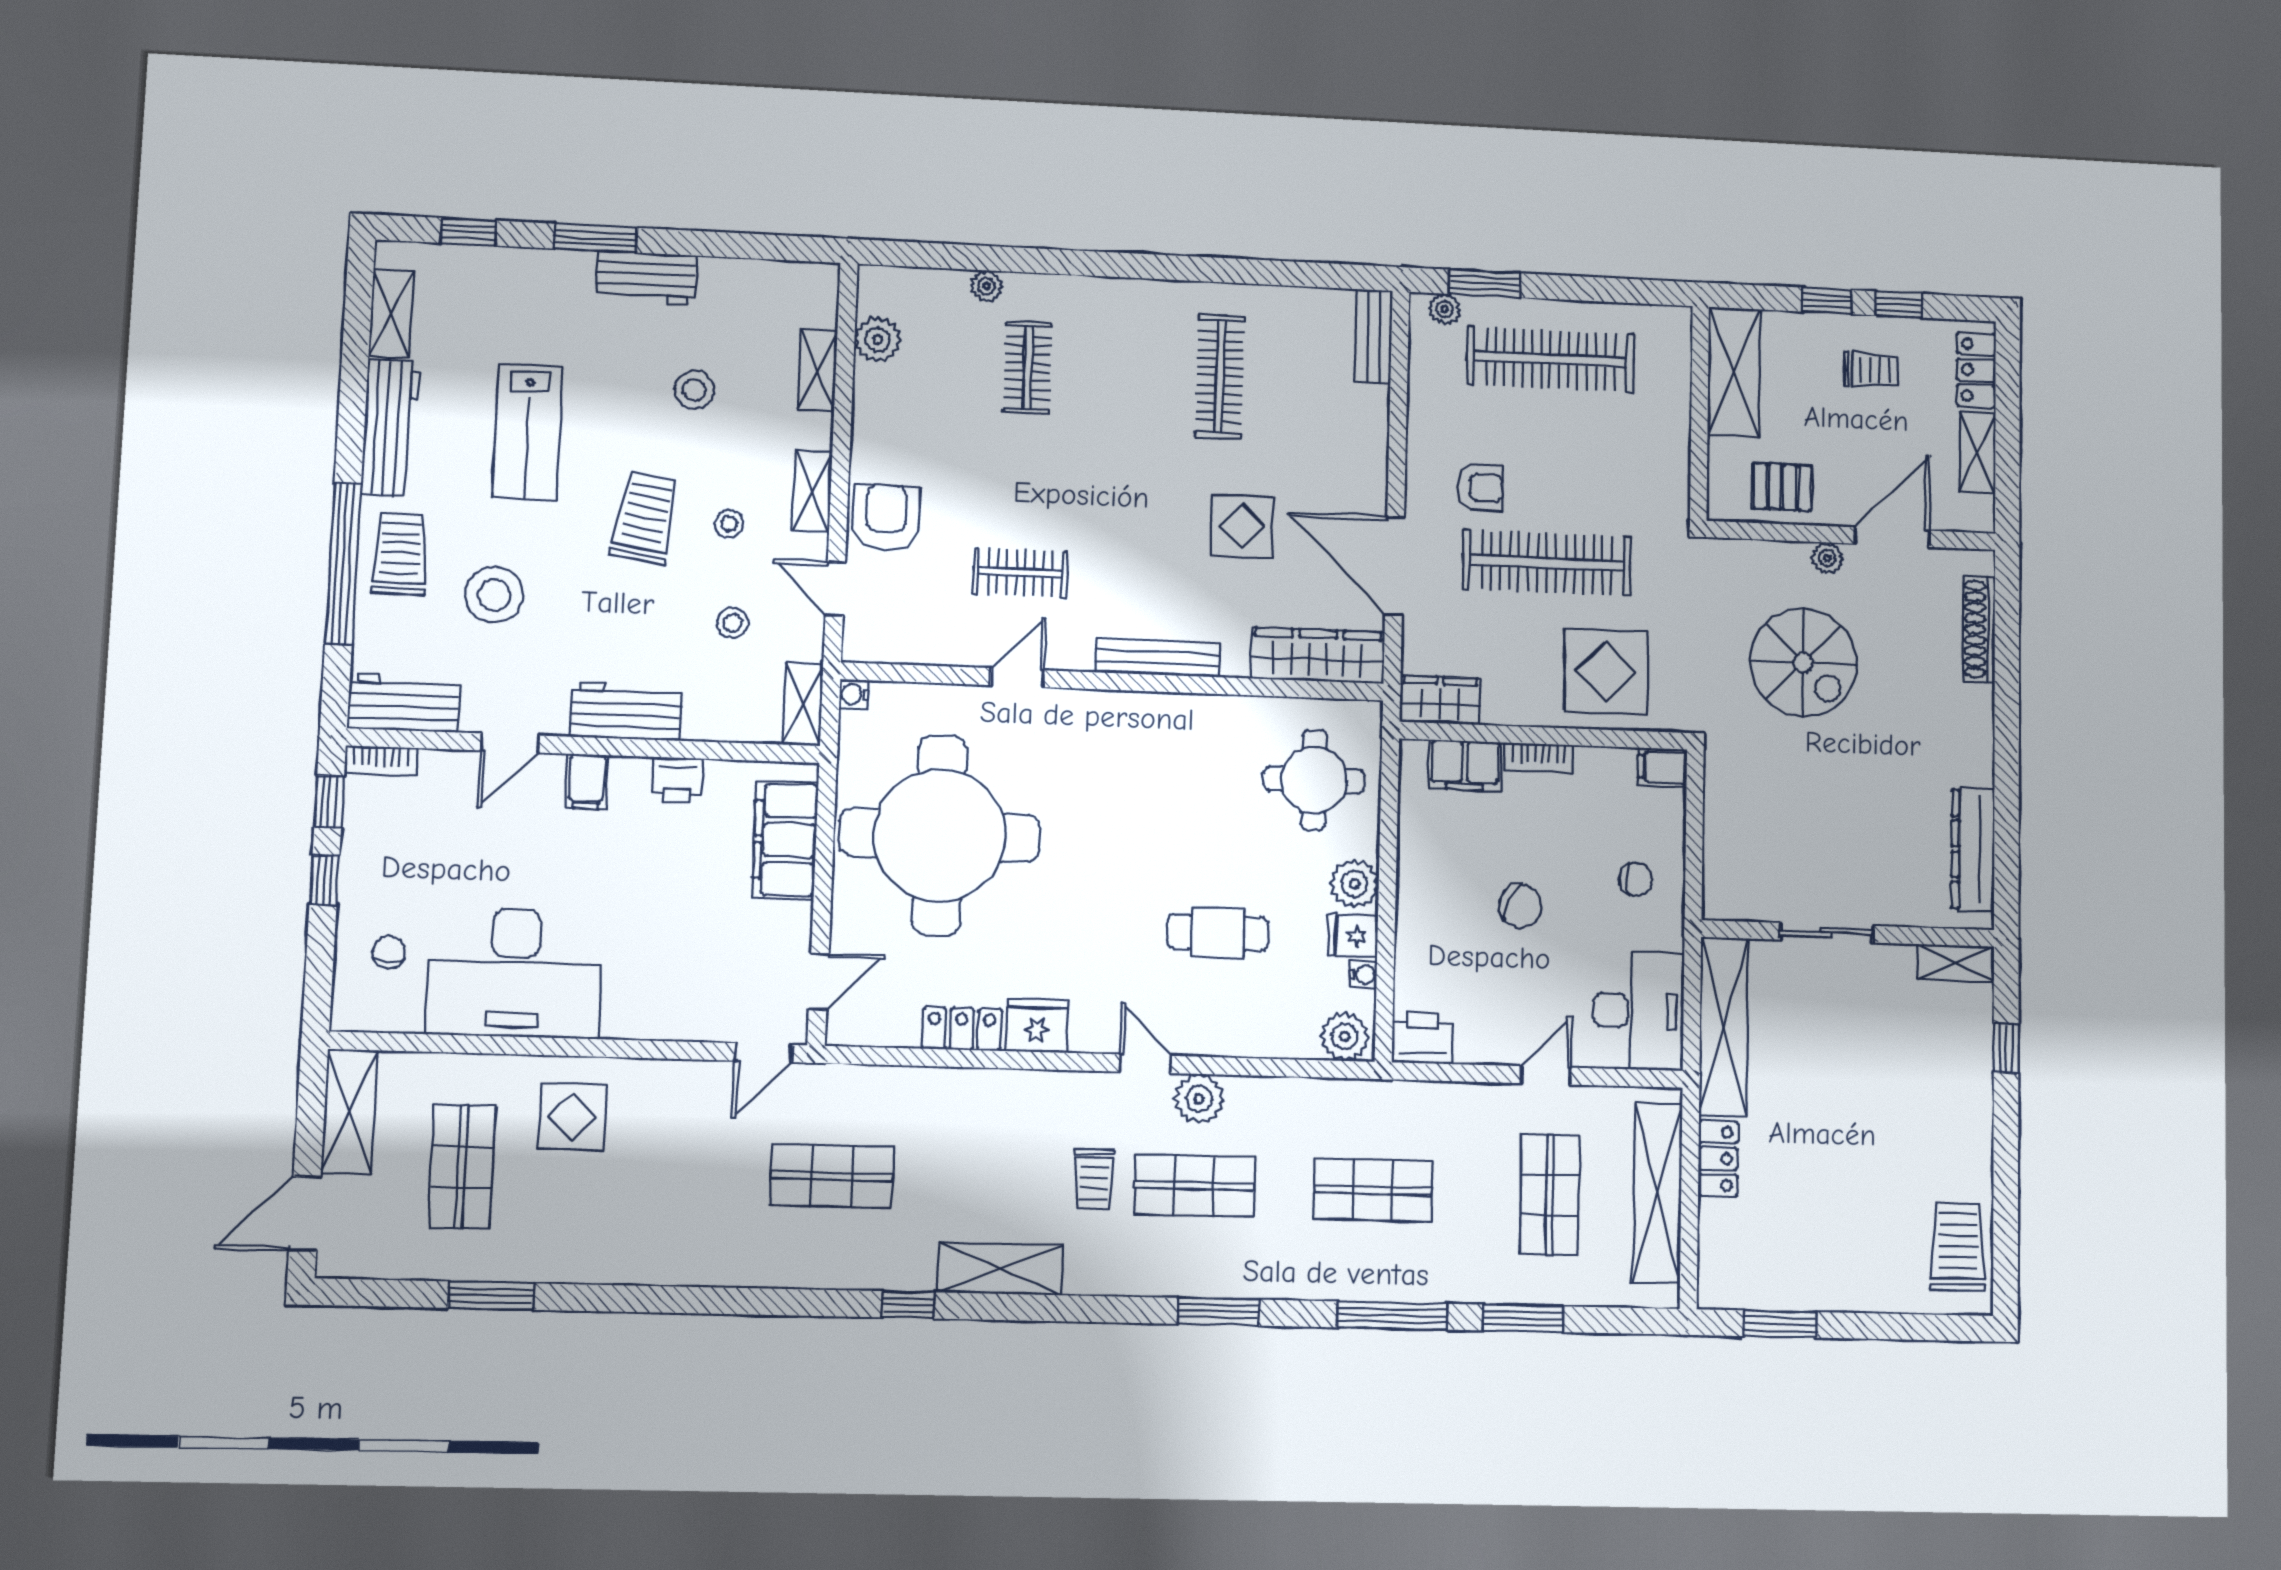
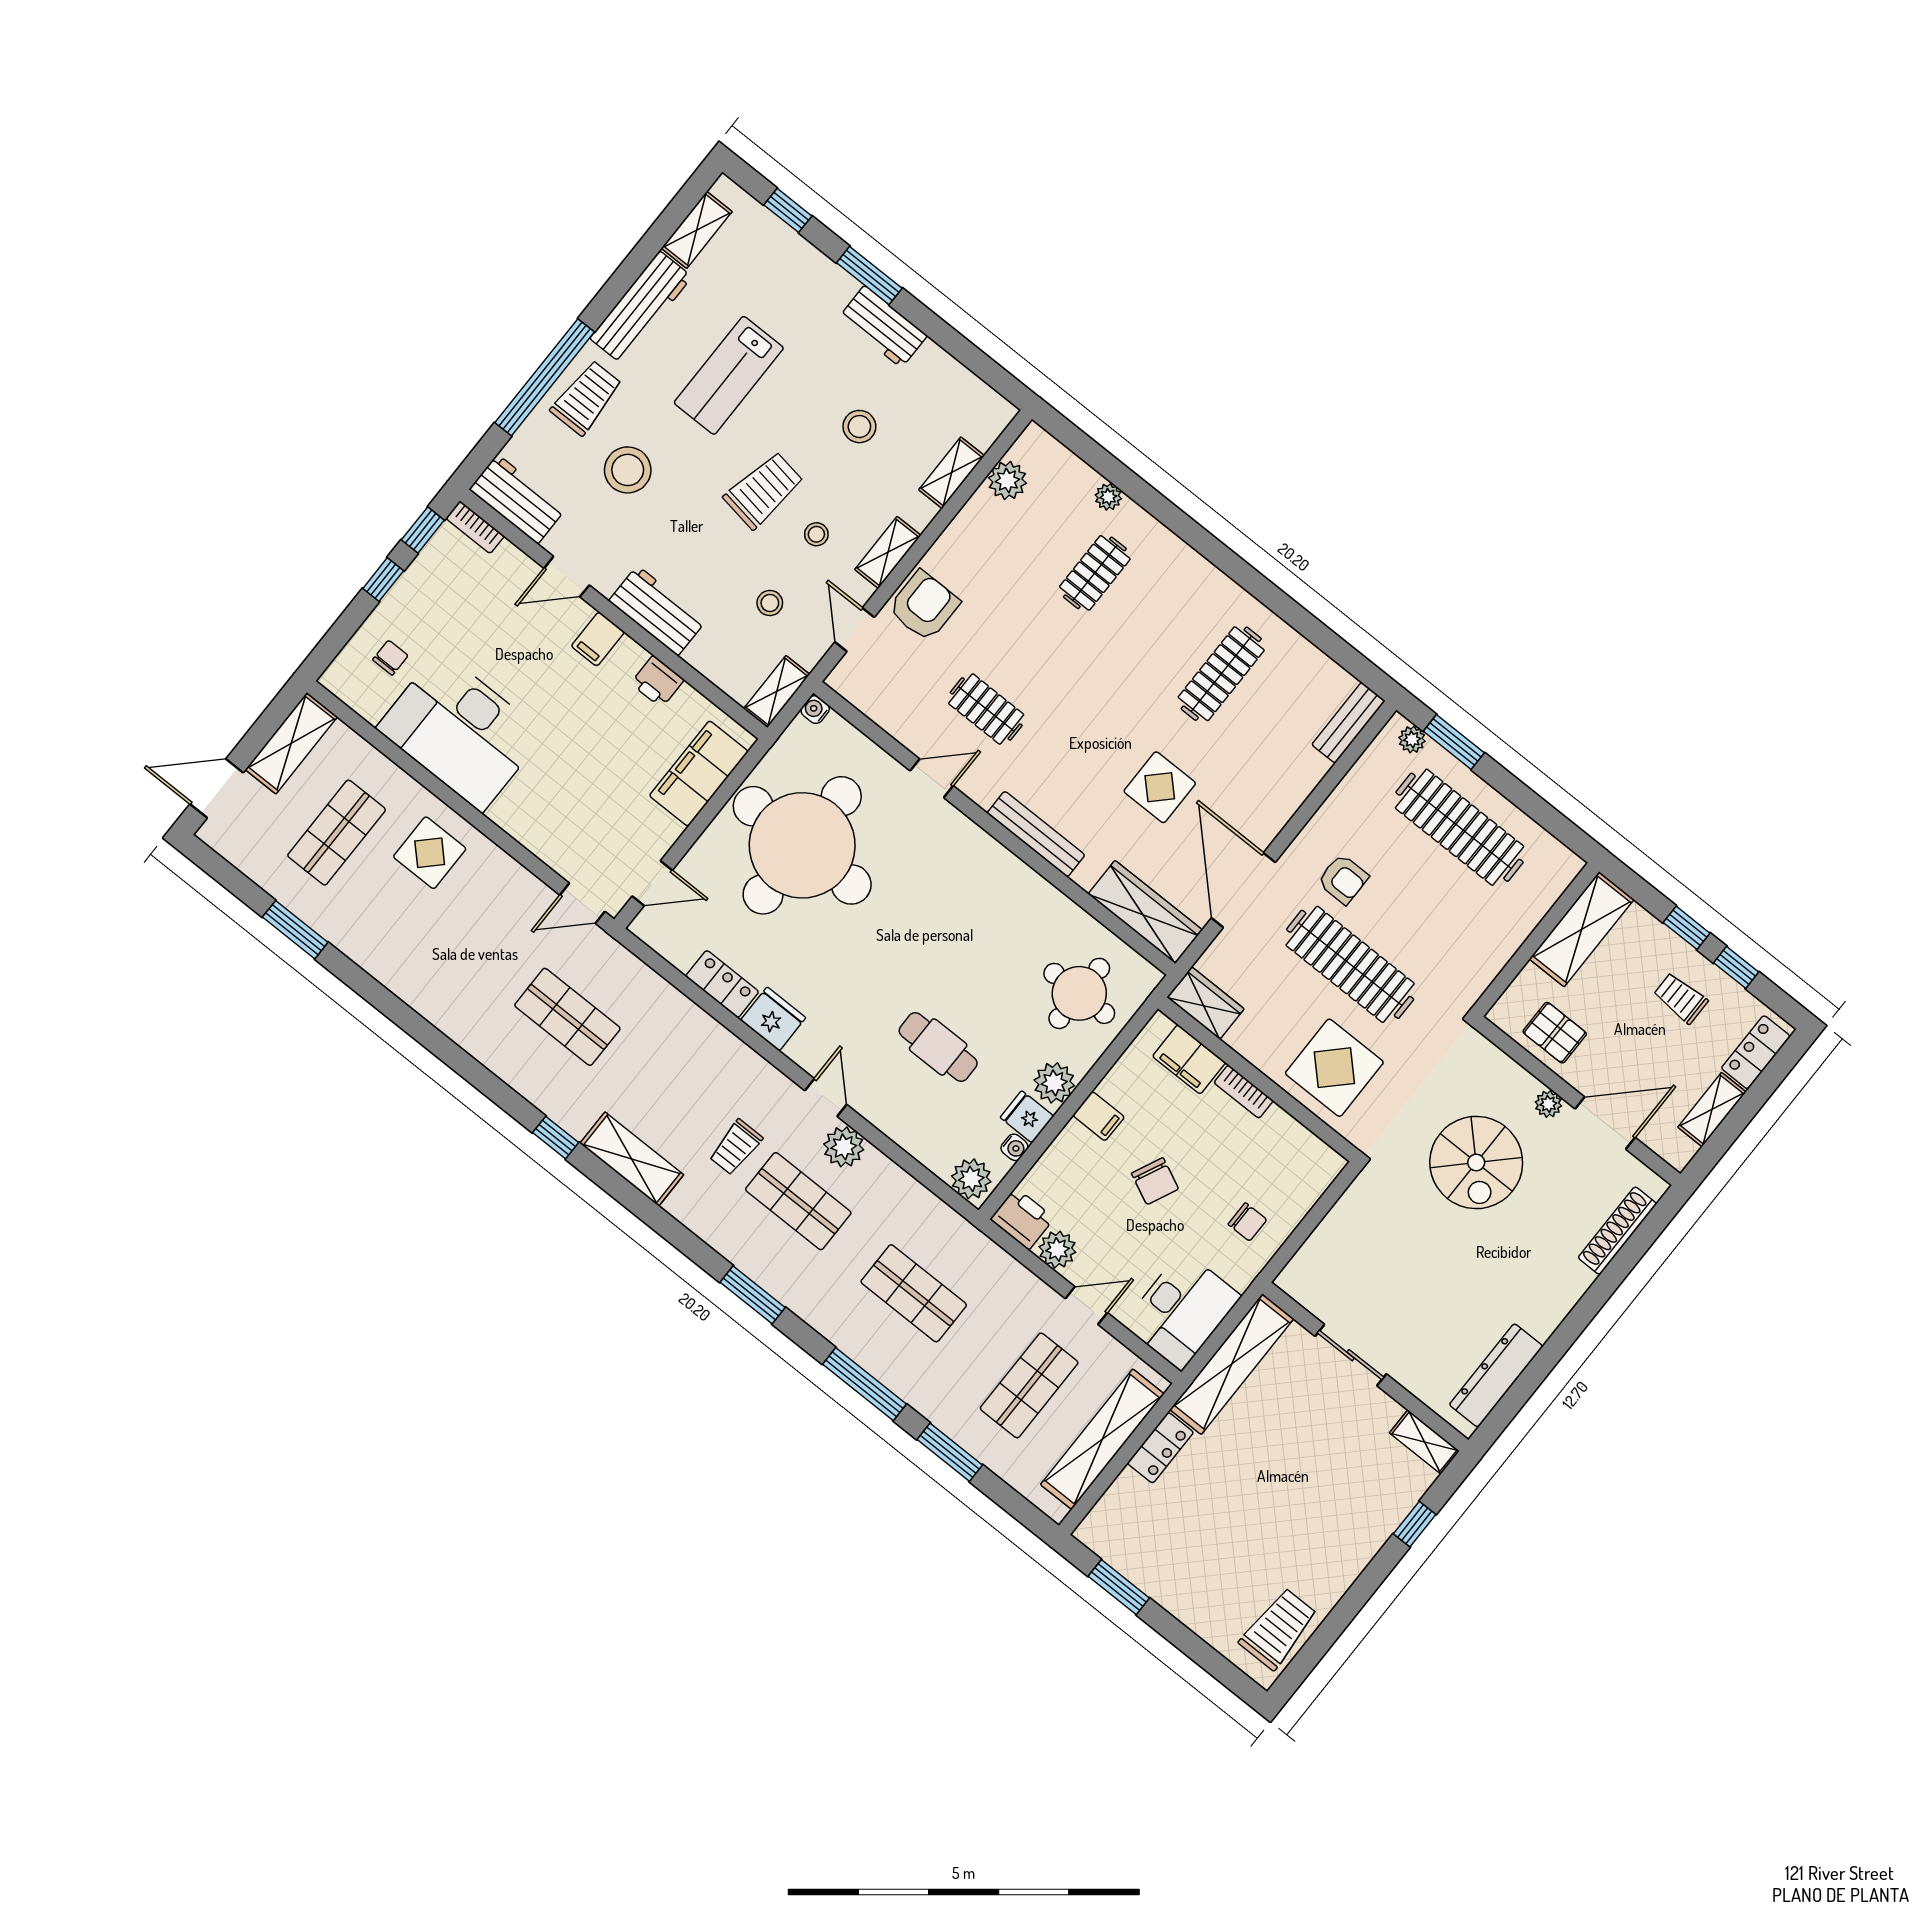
trolley: (1871, 370) -> (1681, 998), turned 180
filing cabinet: (1662, 767) -> (1099, 1116), moved, turned 180
plant: (1478, 1042) -> (1057, 1250), added

